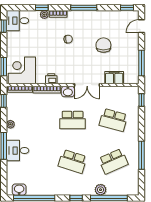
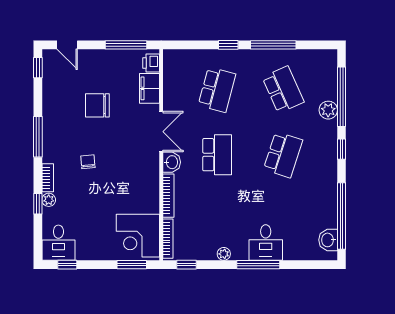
printer: (51, 79) -> (151, 63), moved
window: (141, 100) -> (228, 45), moved

